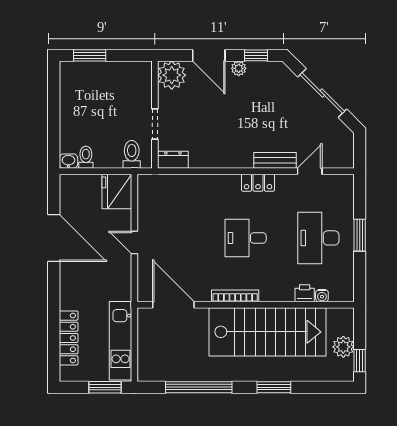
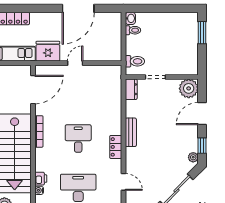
plant: (239, 68) -> (193, 157), moved
bench: (275, 160) -> (131, 132), moved
fridge: (117, 191) -> (48, 51), moved

